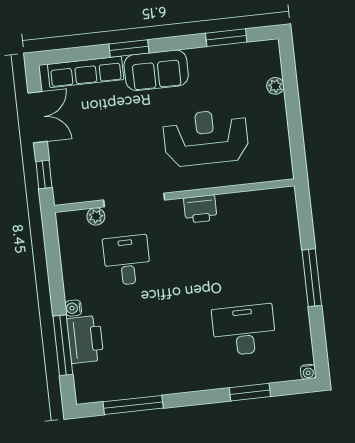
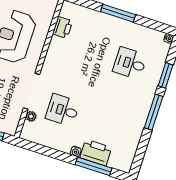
printer: (200, 209) -> (62, 27), moved
desk: (244, 330) -> (130, 63), width x0.73
window: (133, 405) -> (154, 112), moved

